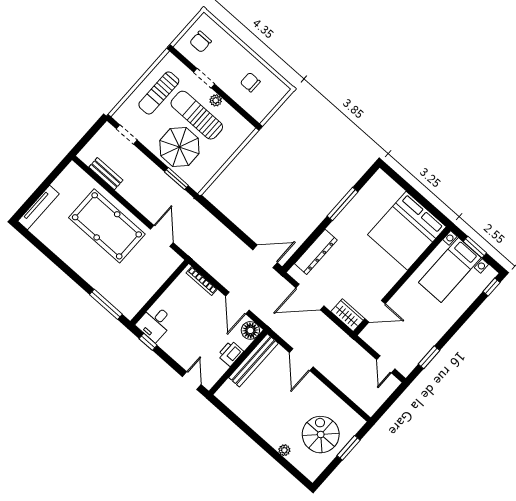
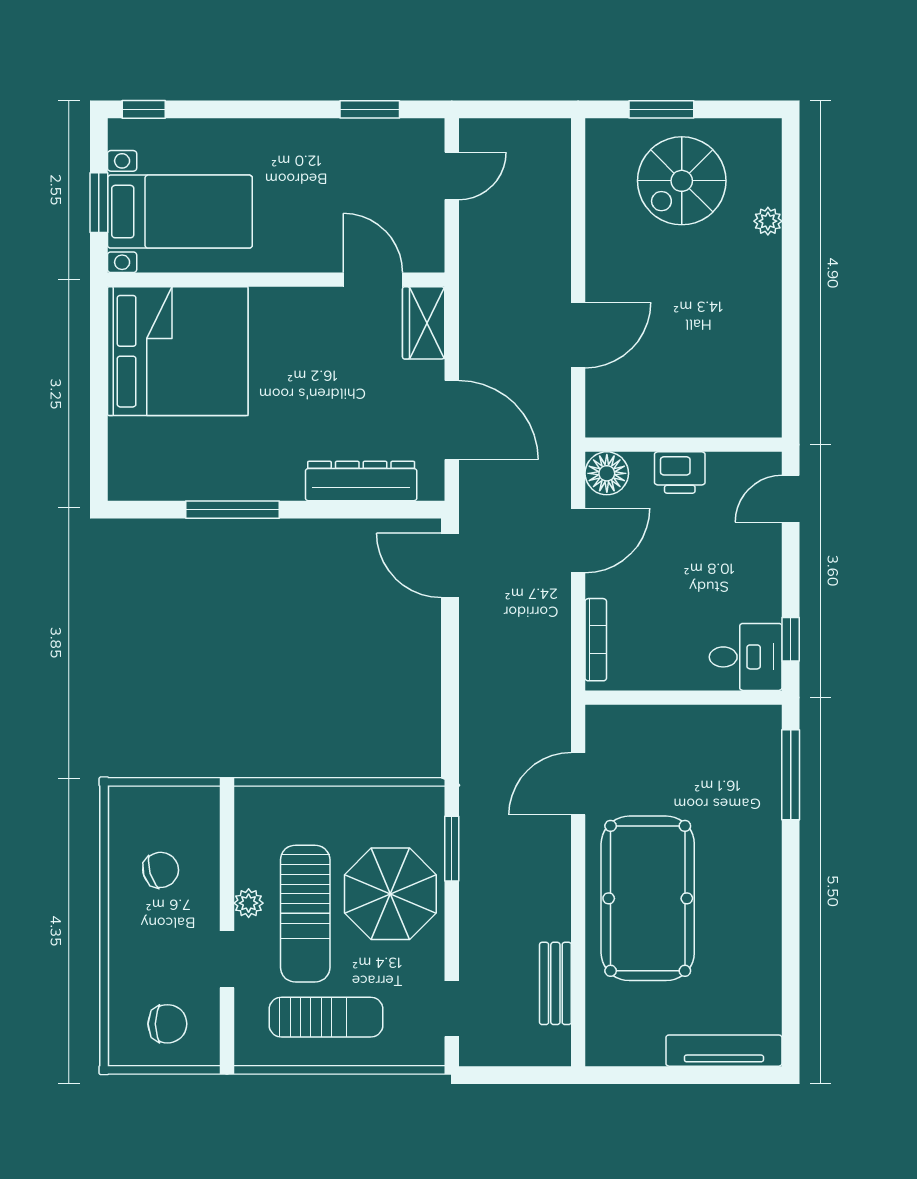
chair: (250, 82) -> (161, 870), turned -107
bench: (253, 360) -> (656, 420), removed

